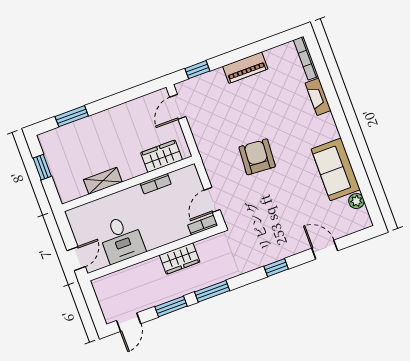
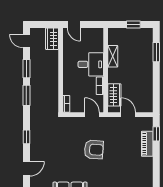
piano: (245, 68) -> (147, 144), moved
door: (178, 107) -> (128, 115), moved
door: (212, 200) -> (92, 115), moved
desk: (121, 239) -> (91, 64), moved, turned 180
wardrobe: (180, 259) -> (52, 39), moved

